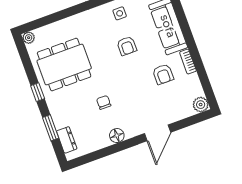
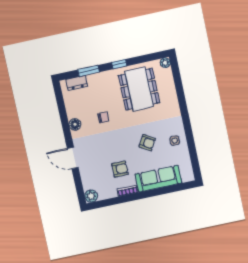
armchair: (127, 46) -> (147, 143), turned -149
armchair: (163, 74) -> (120, 169), turned 180

